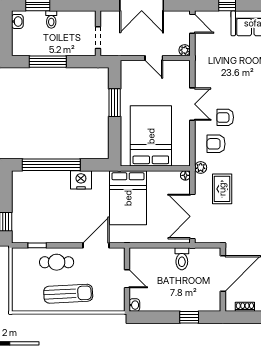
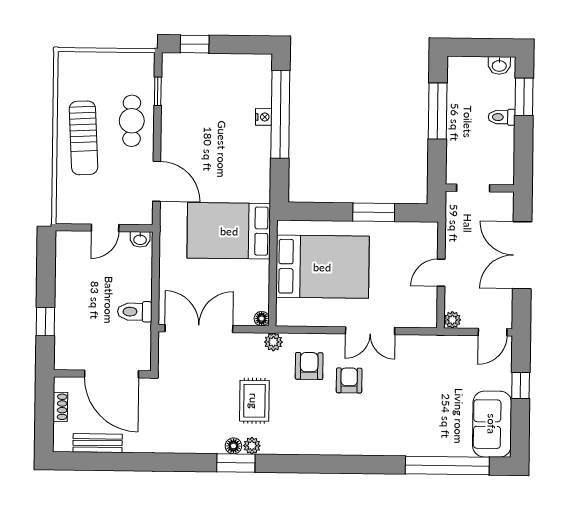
nightstand: (81, 180) -> (264, 117), moved, width x0.53, depth x0.56
rug: (222, 189) -> (254, 401), moved, turned 90
washbasin: (134, 305) -> (140, 239), moved

